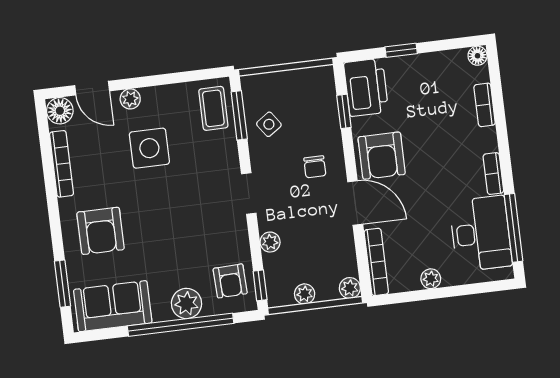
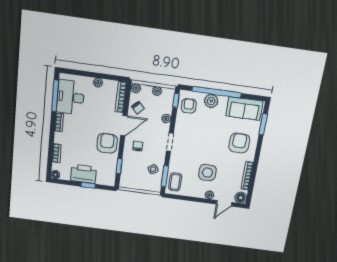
printer: (366, 87) -> (84, 174), moved, turned 90
door: (92, 88) -> (224, 203), swing flipped
door: (355, 203) -> (124, 126), swing flipped
chair: (335, 249) -> (138, 108), added

